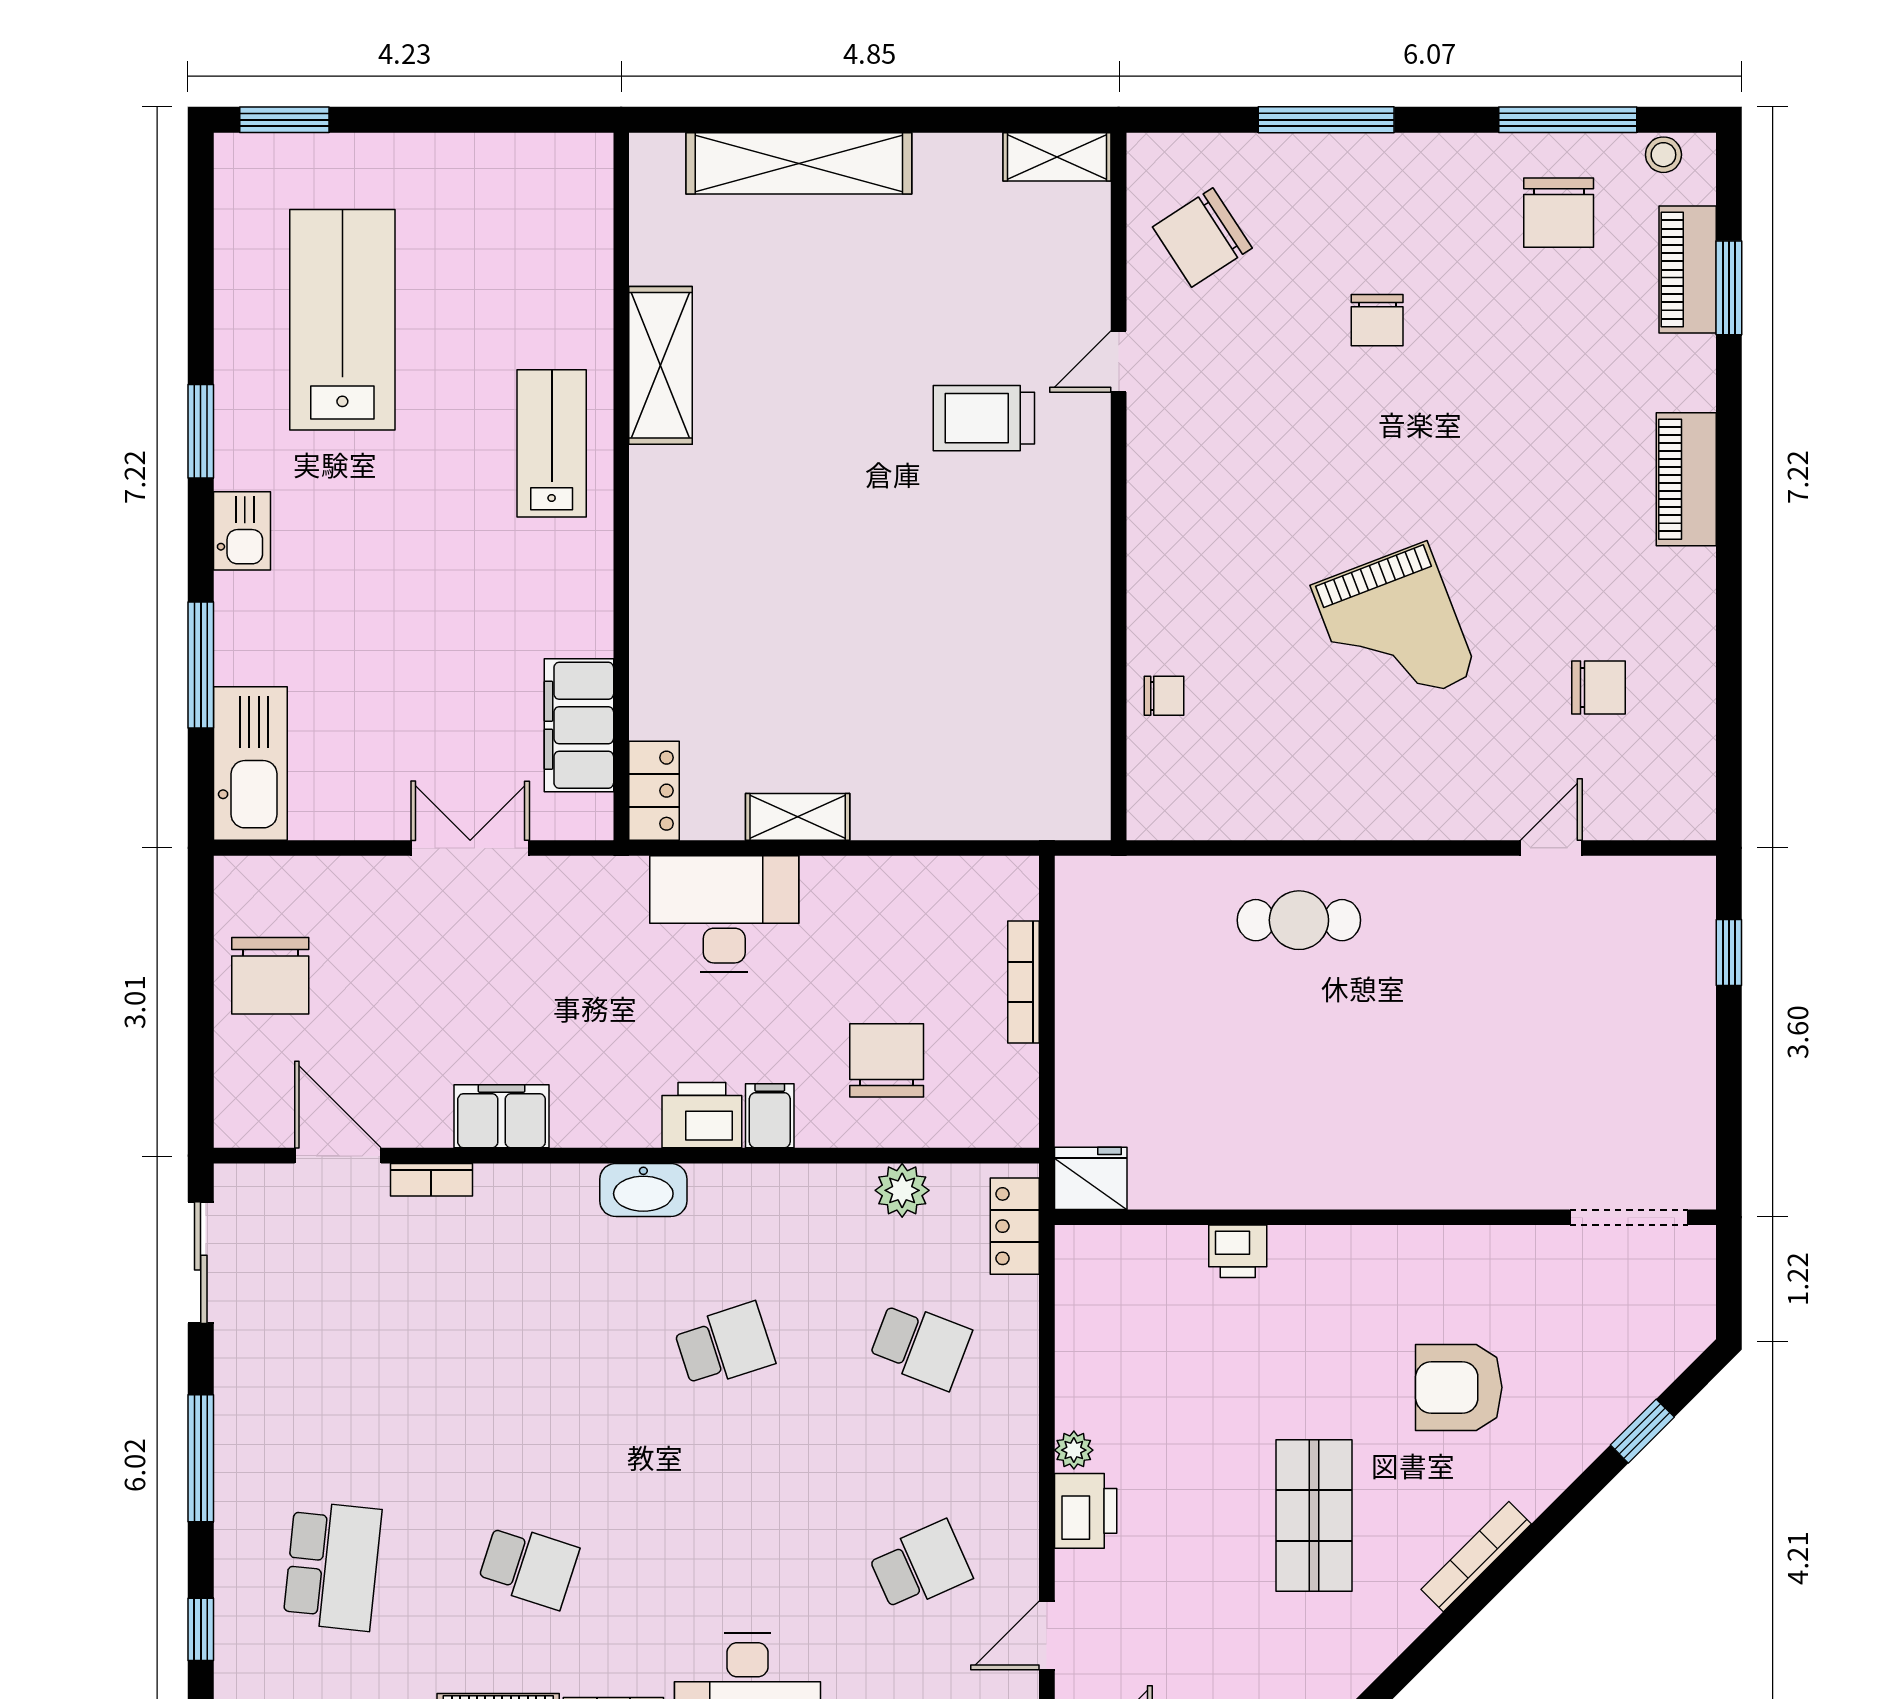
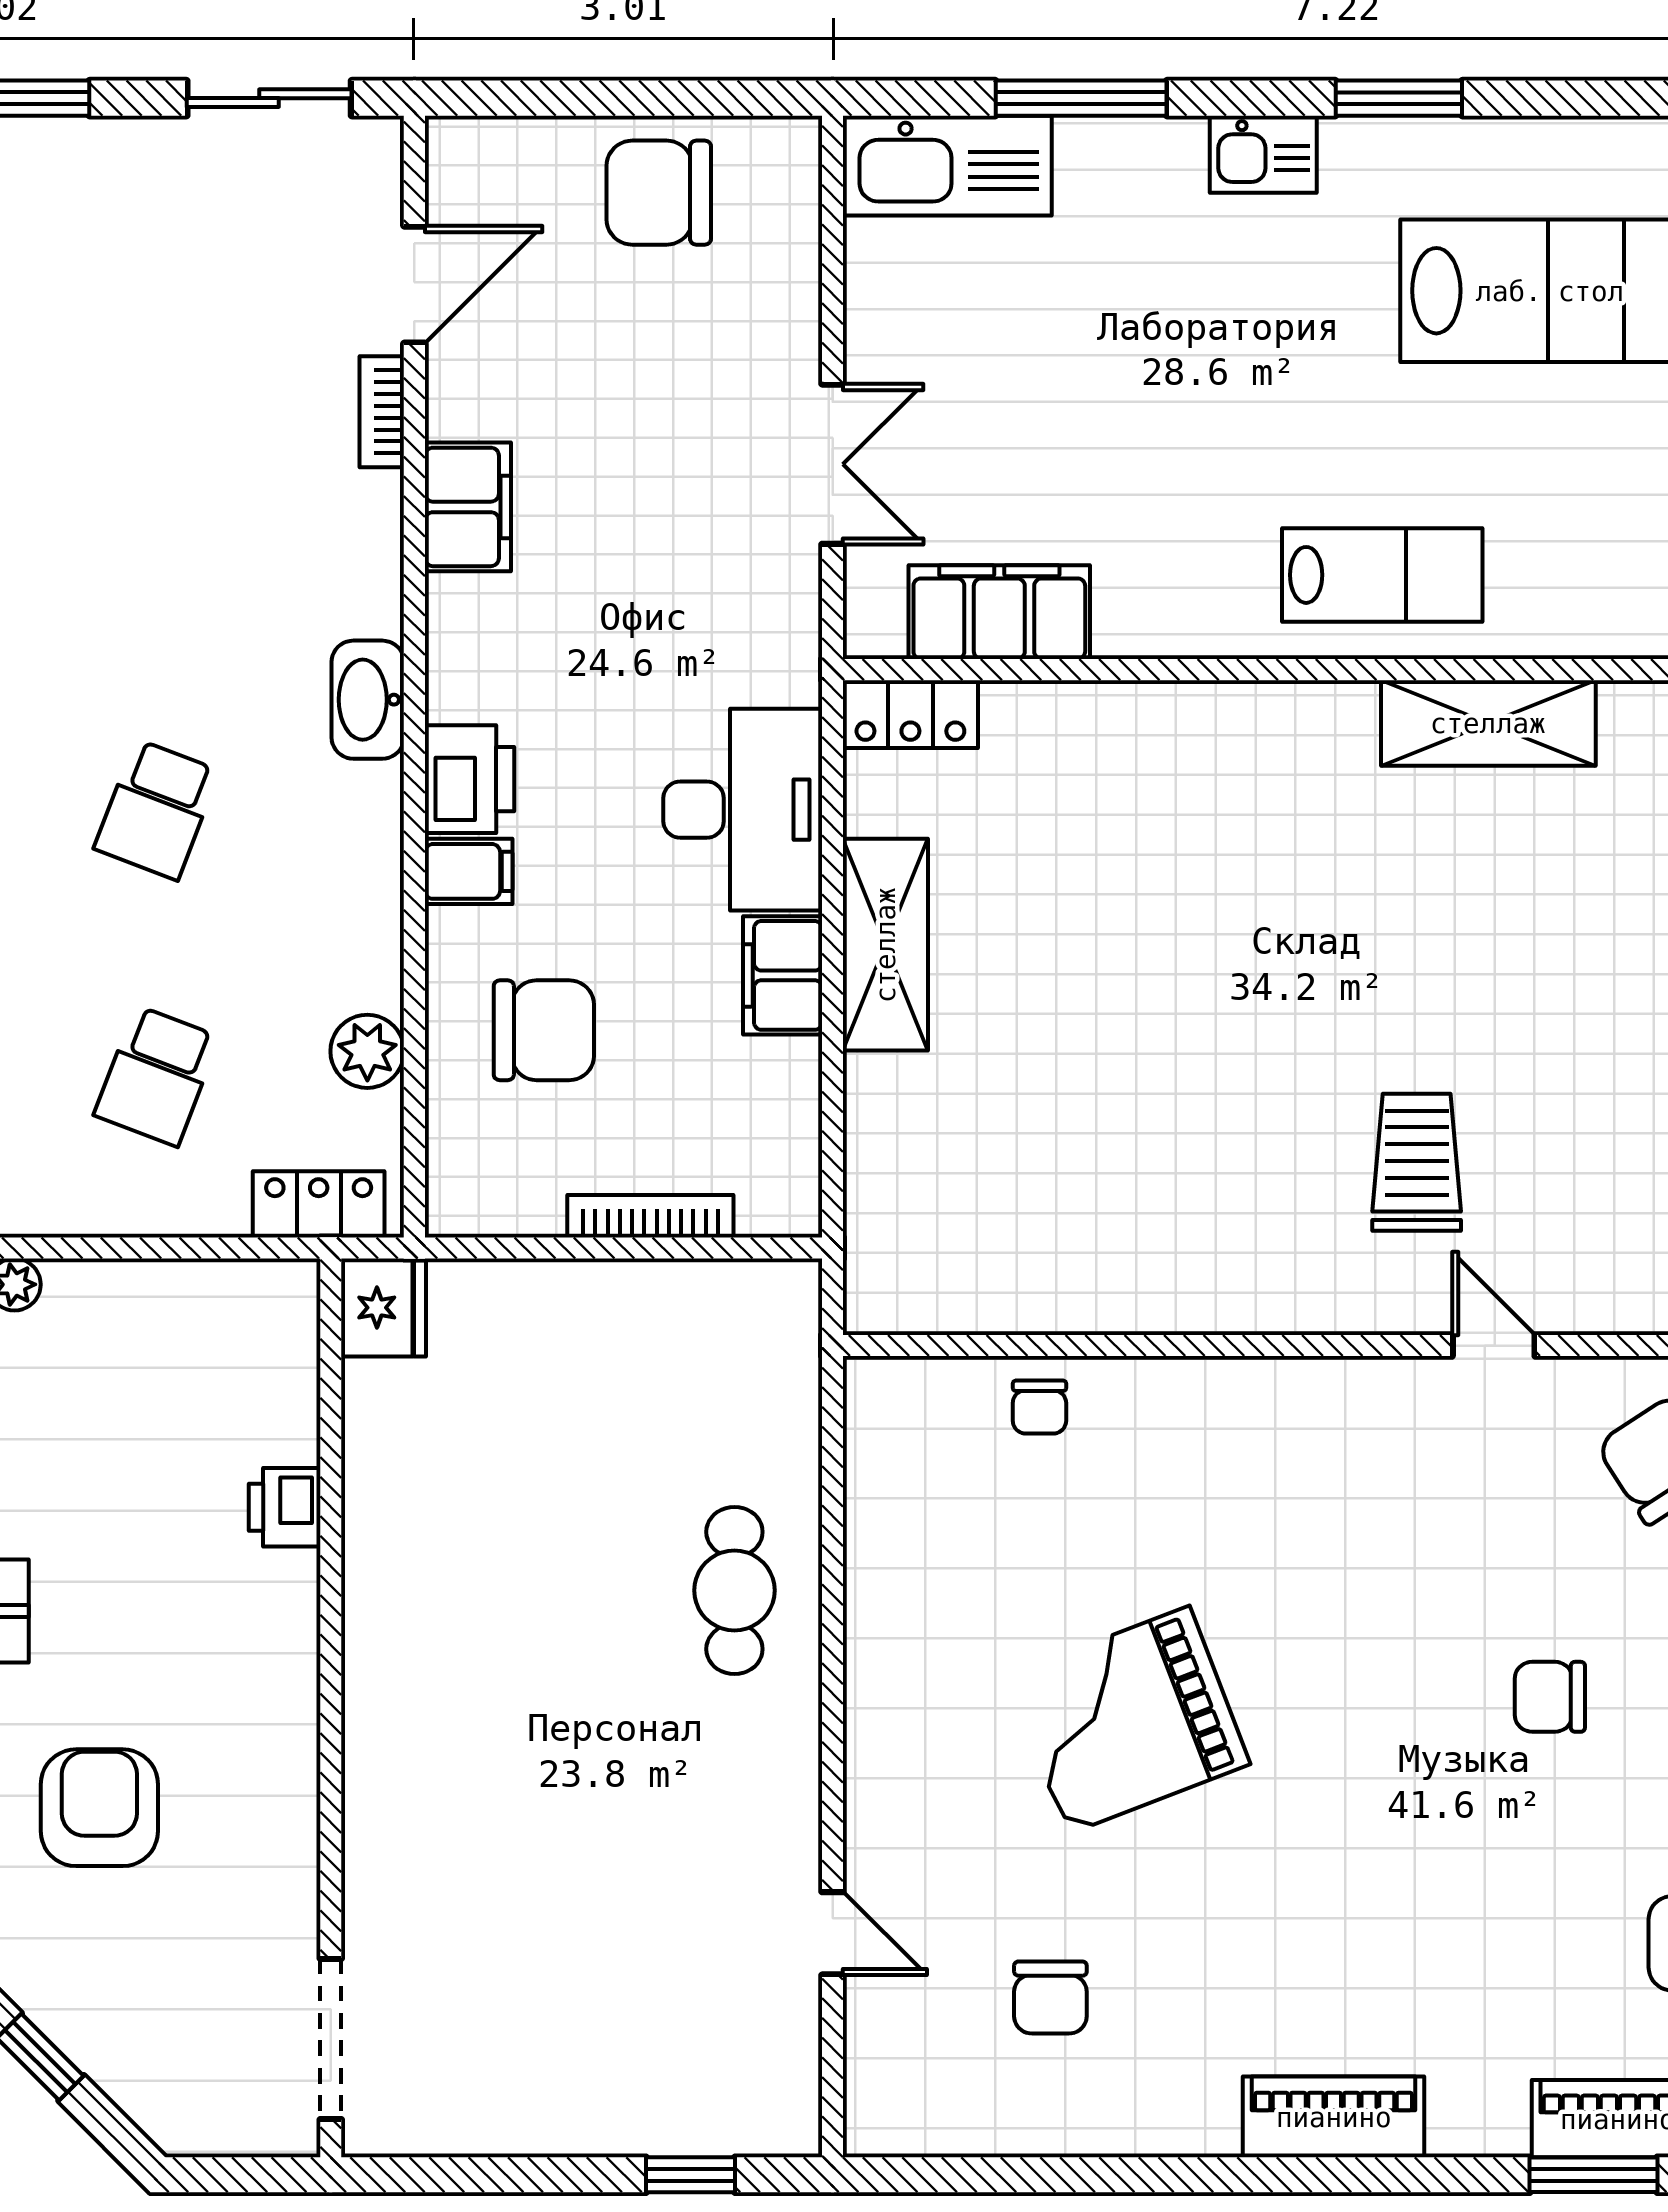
shelving: (798, 817) -> (885, 945), width x1.50, depth x1.33
filing cabinet: (846, 885) -> (783, 975), added
school desk: (724, 1345) -> (157, 810), turned 39

